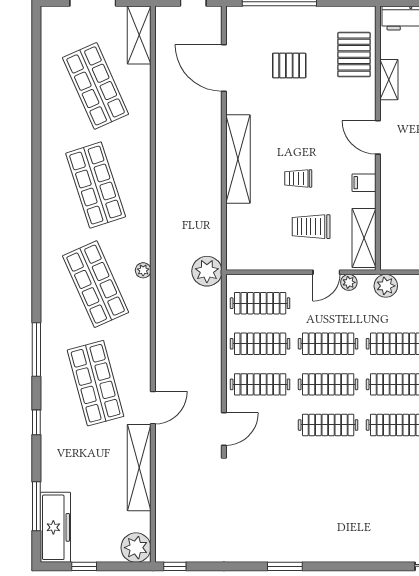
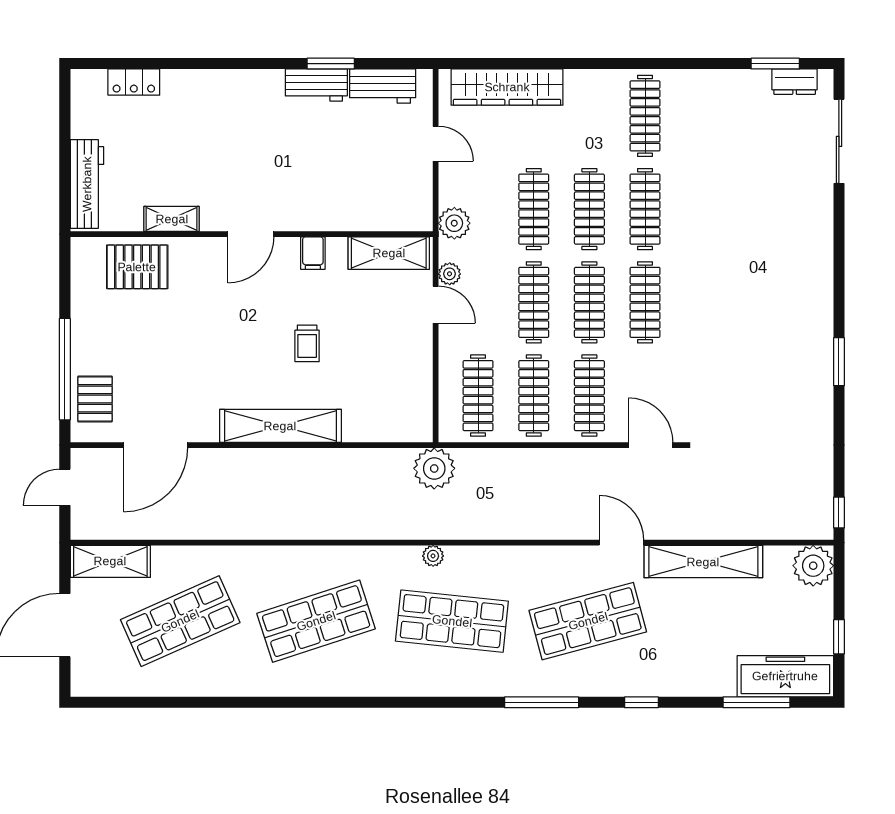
pallet: (289, 65) -> (95, 399), moved
trolley: (311, 227) -> (373, 326), removed
shop shelf: (96, 284) -> (452, 621), turned 30

